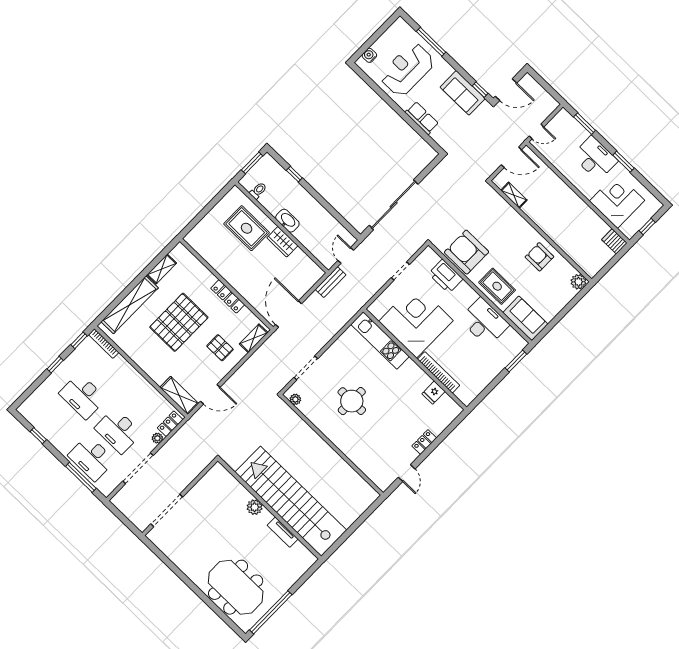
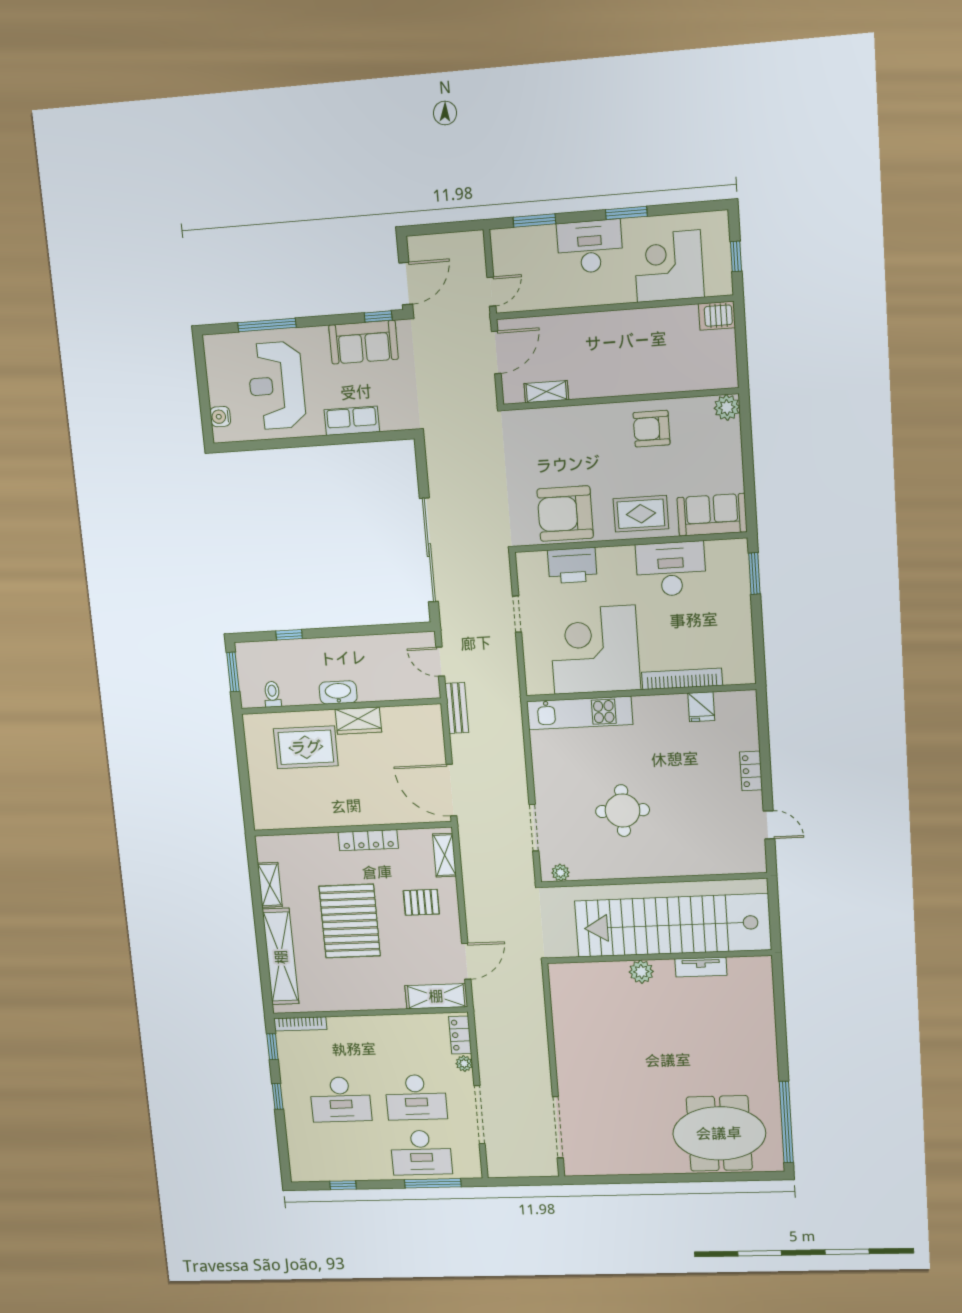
stairs: (291, 501) -> (673, 925), moved
plant: (255, 507) -> (641, 972), moved
wall: (269, 509) -> (659, 957), moved
tv unit: (283, 532) -> (701, 967), moved

